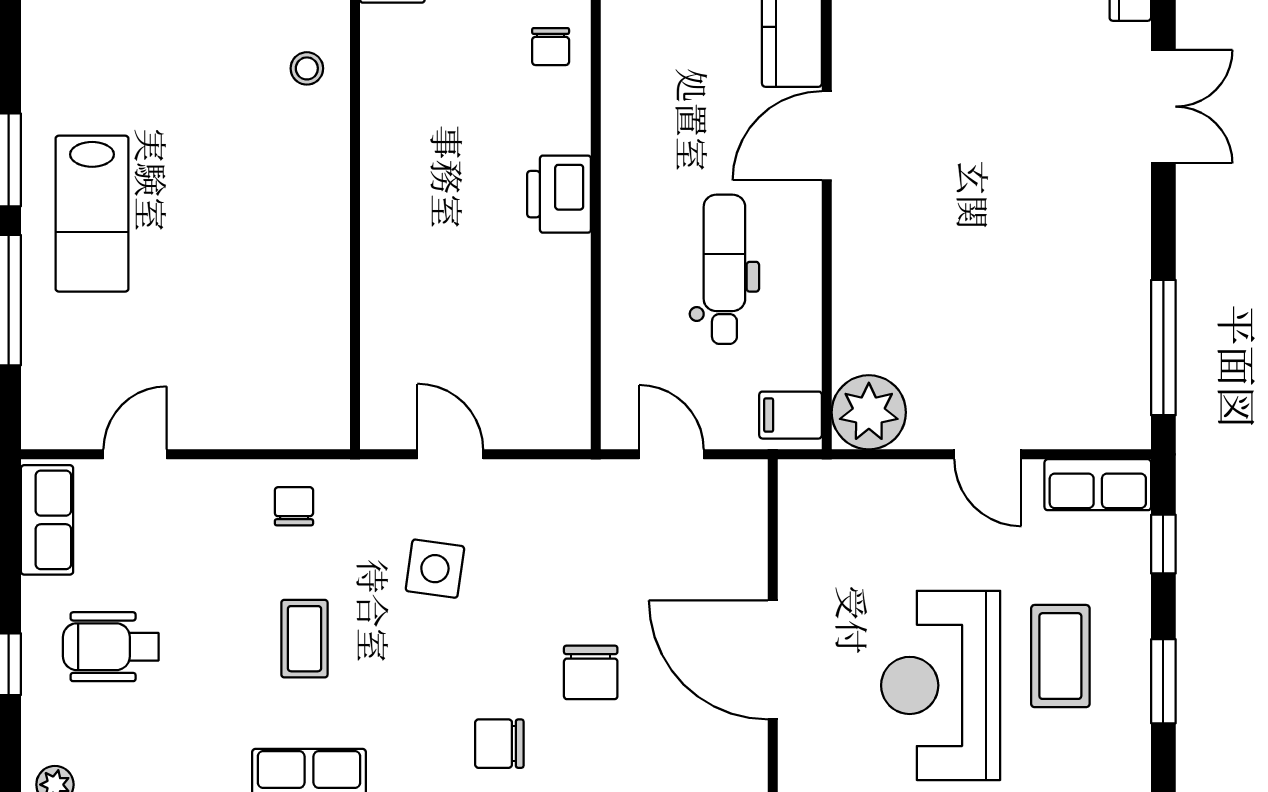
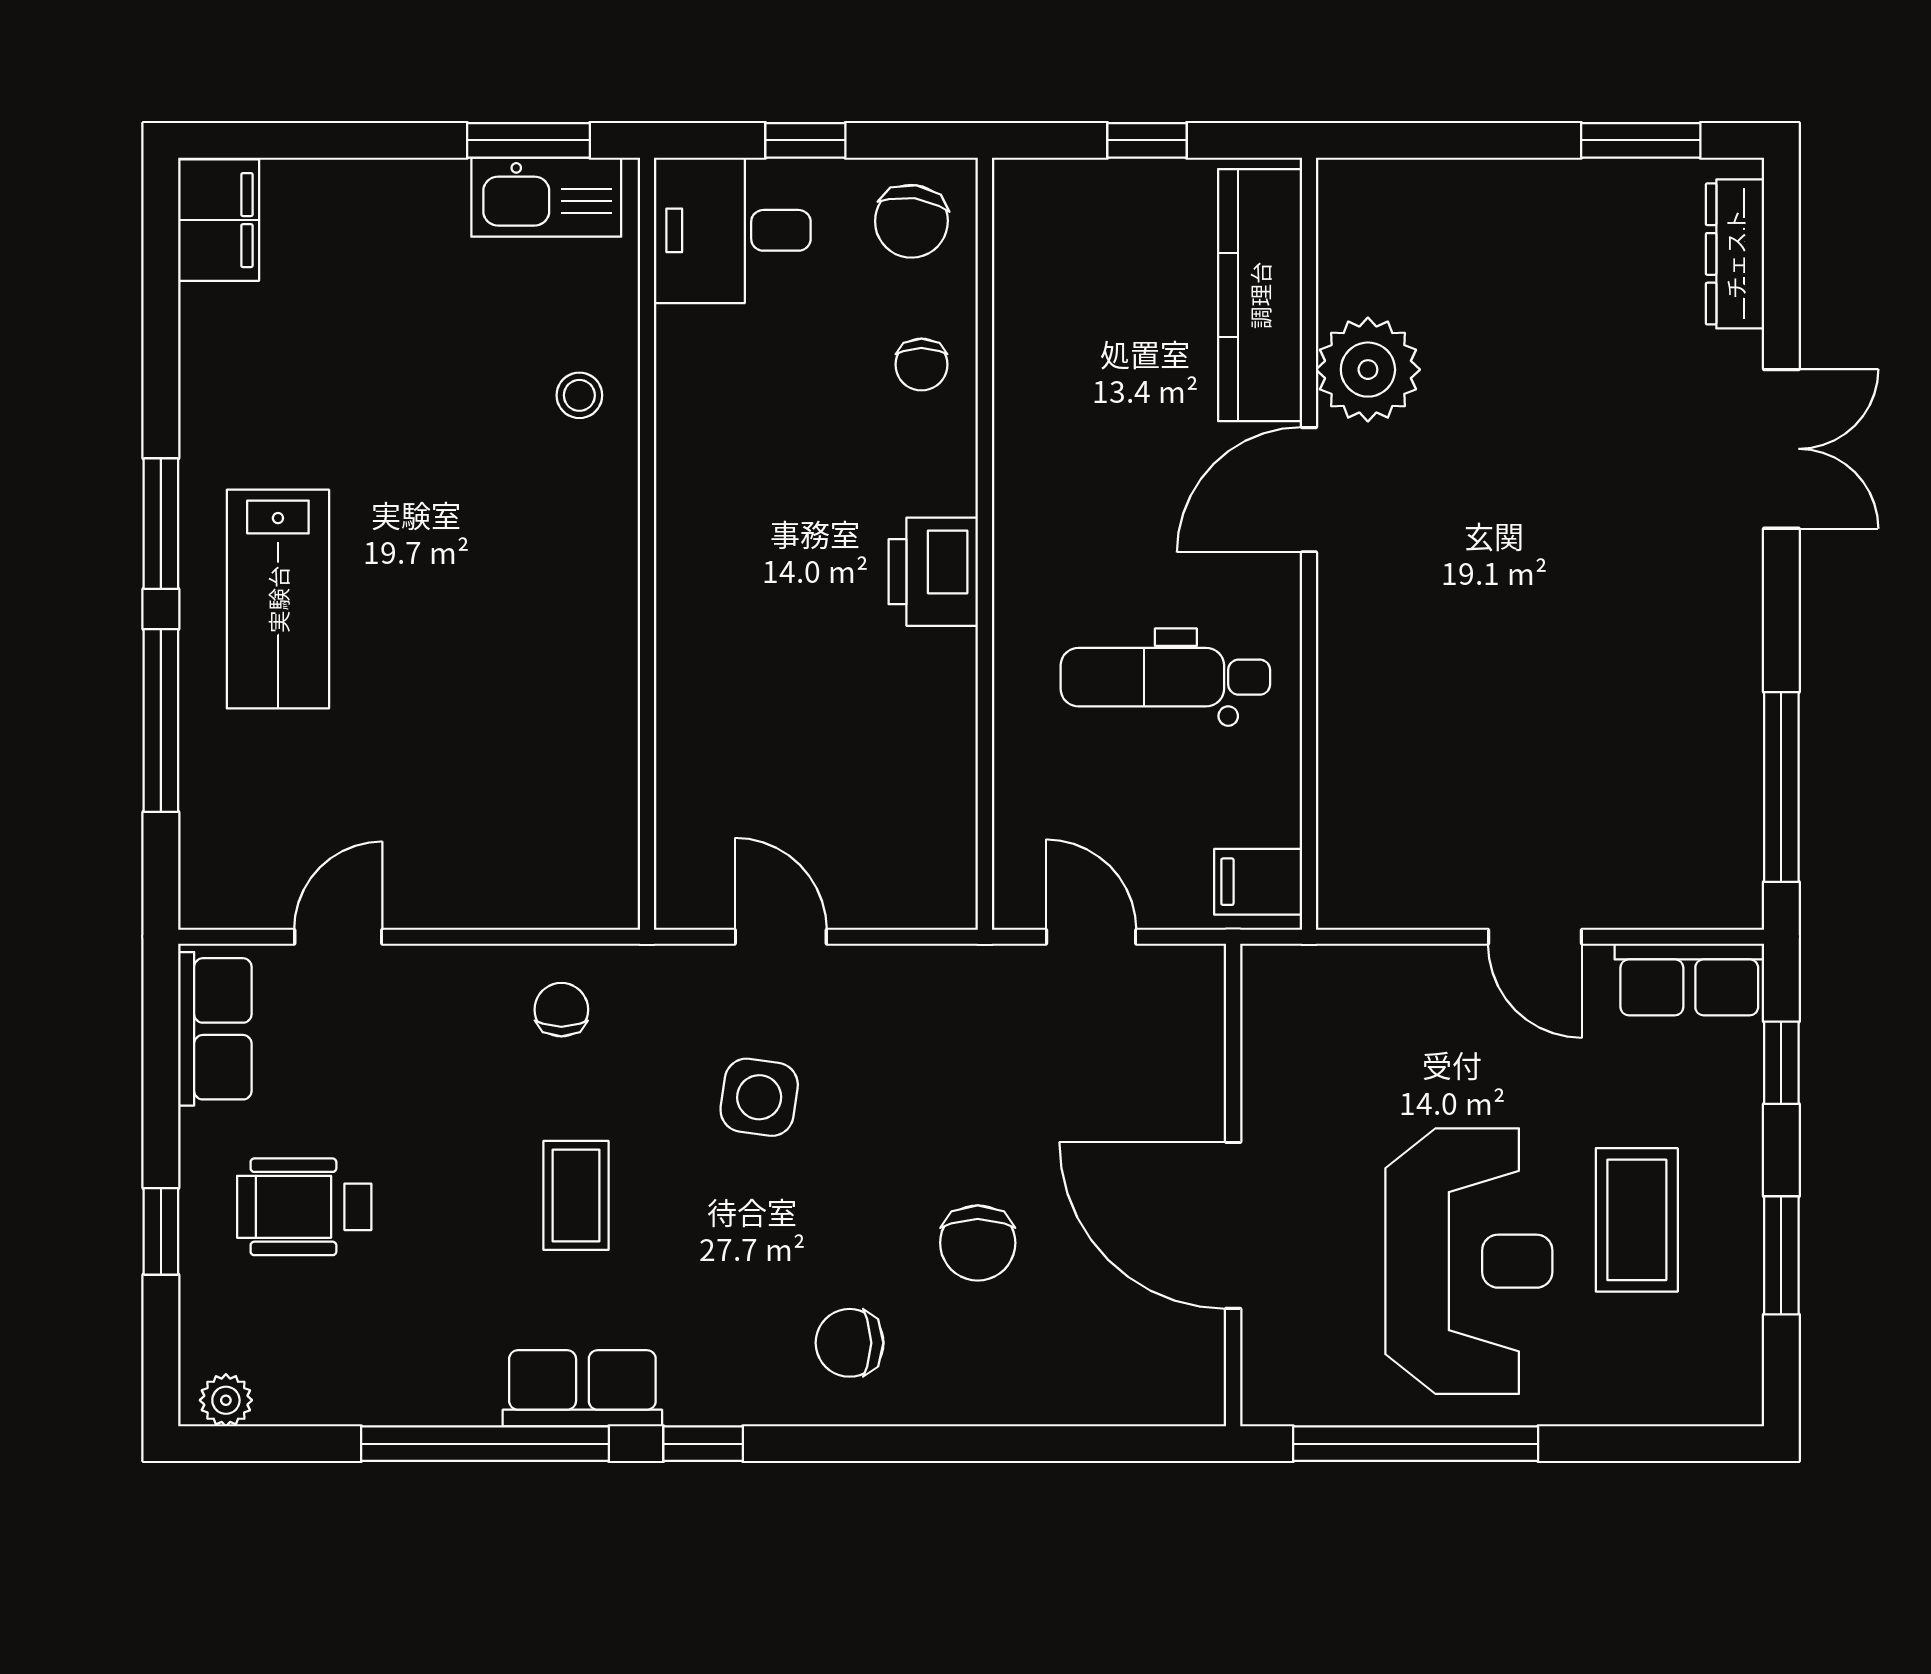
dental chair: (724, 269) -> (1165, 677), turned -90
plant: (869, 412) -> (1368, 370), moved
reception desk: (941, 685) -> (1469, 1261), turned 180

